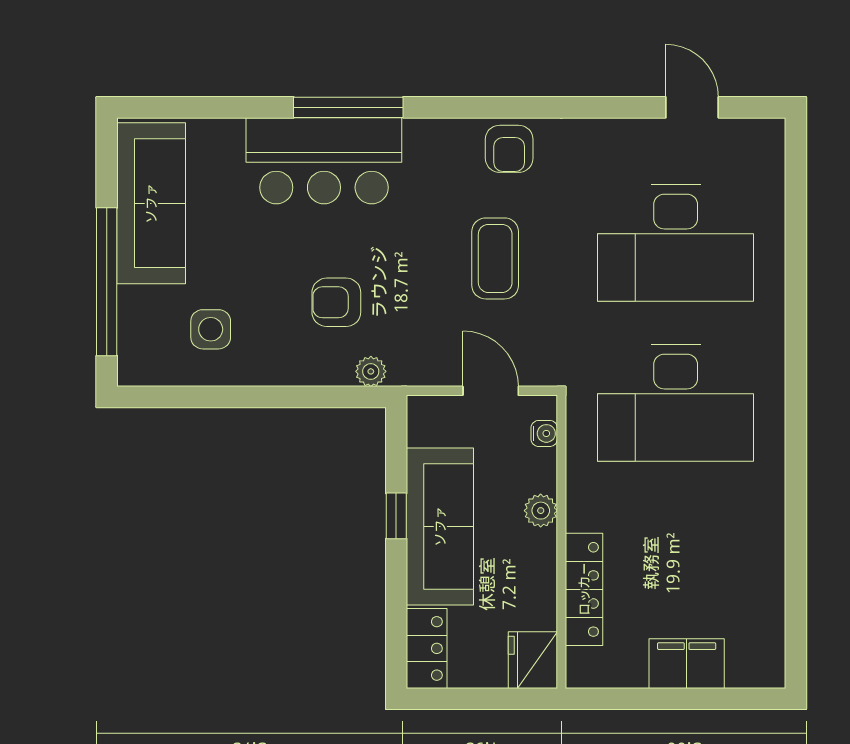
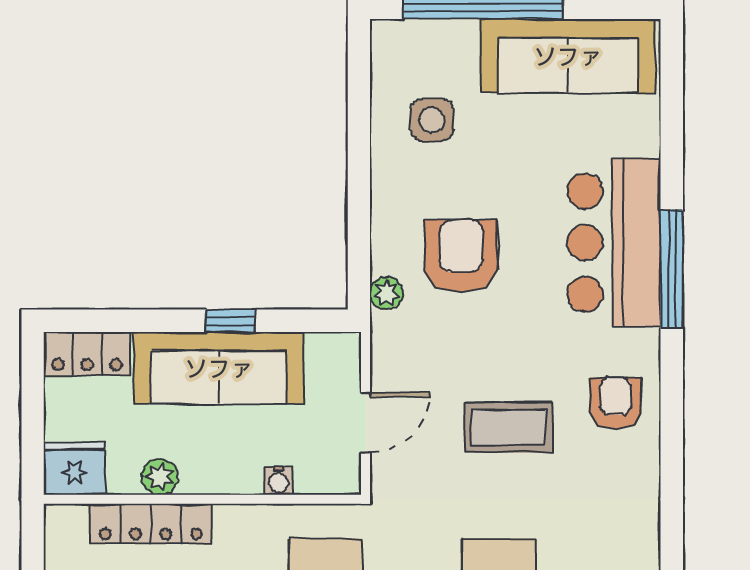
armchair: (509, 149) -> (615, 403), moved, turned 90
armchair: (336, 302) -> (461, 256), width x1.38, depth x1.38
water cooler: (544, 433) -> (278, 481), moved
plant: (541, 511) -> (160, 477), moved

